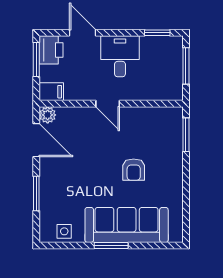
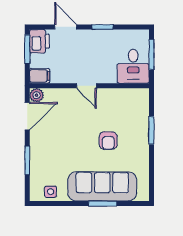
window: (157, 33) -> (103, 27), moved
desk: (120, 56) -> (133, 66), moved, turned 180
window: (186, 135) -> (151, 130), moved
door: (36, 140) -> (27, 116), hinge flipped
window: (111, 246) -> (103, 203), moved

